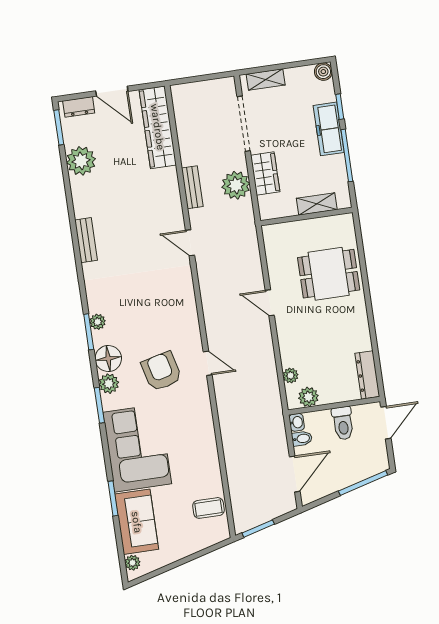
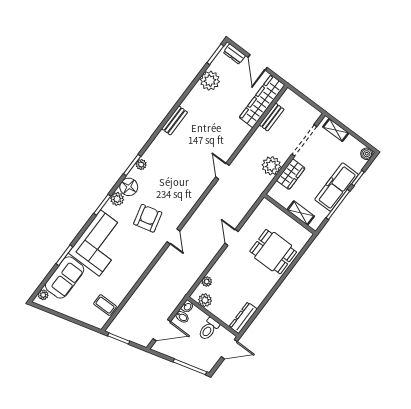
freezer: (329, 129) -> (337, 187), width x1.36, depth x1.26
bench: (192, 187) -> (272, 117), moved

